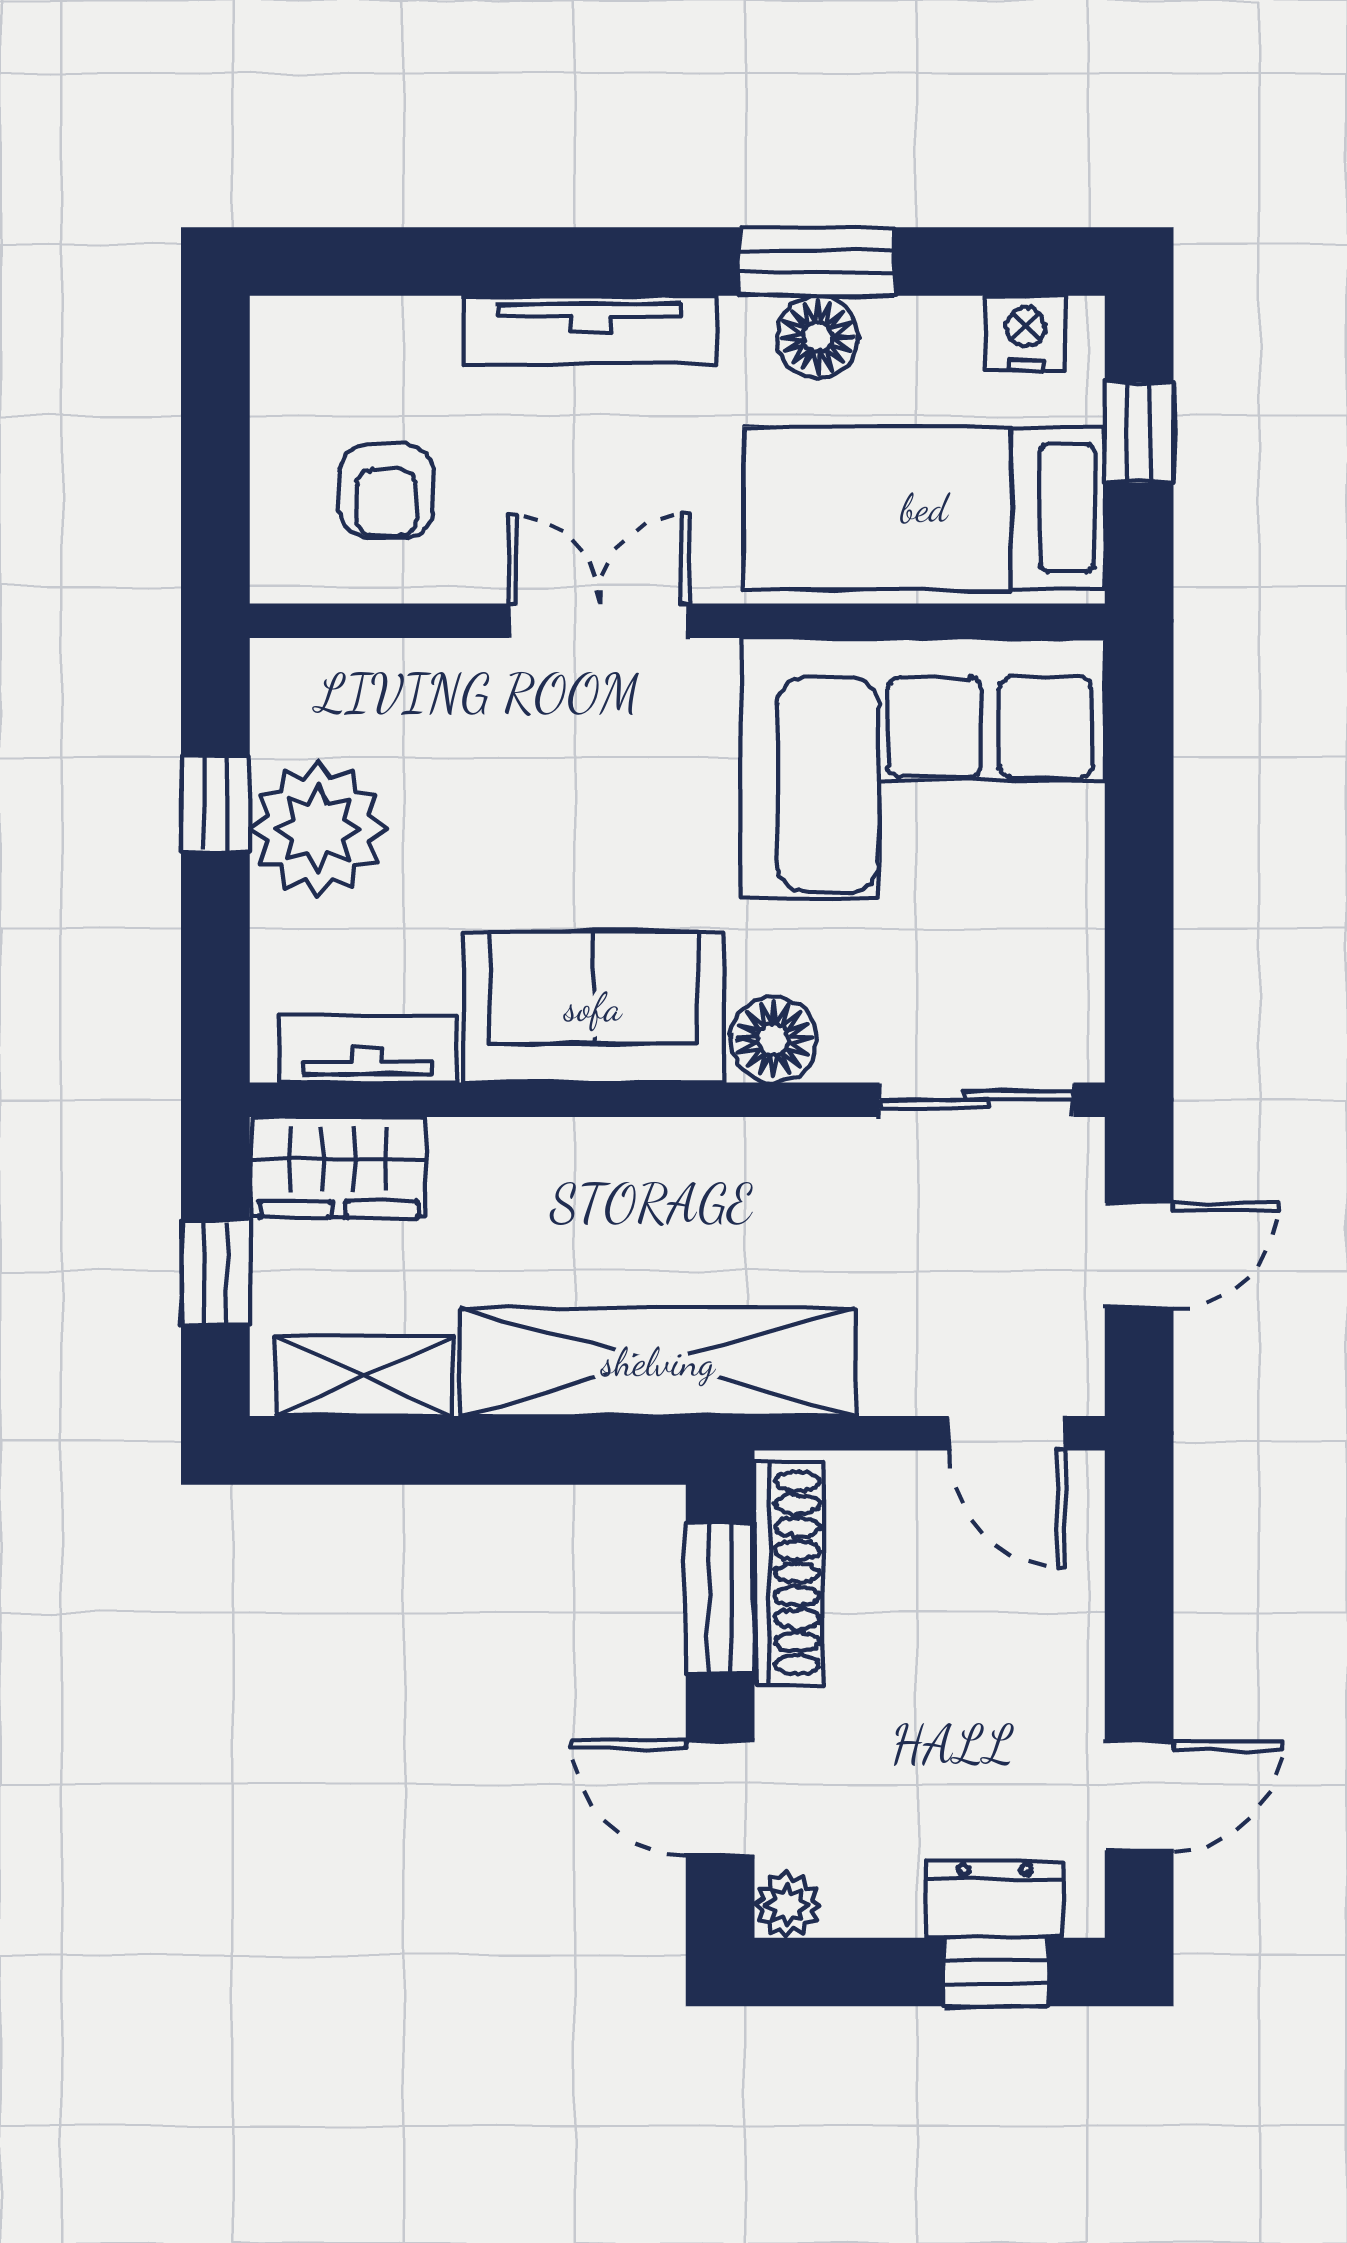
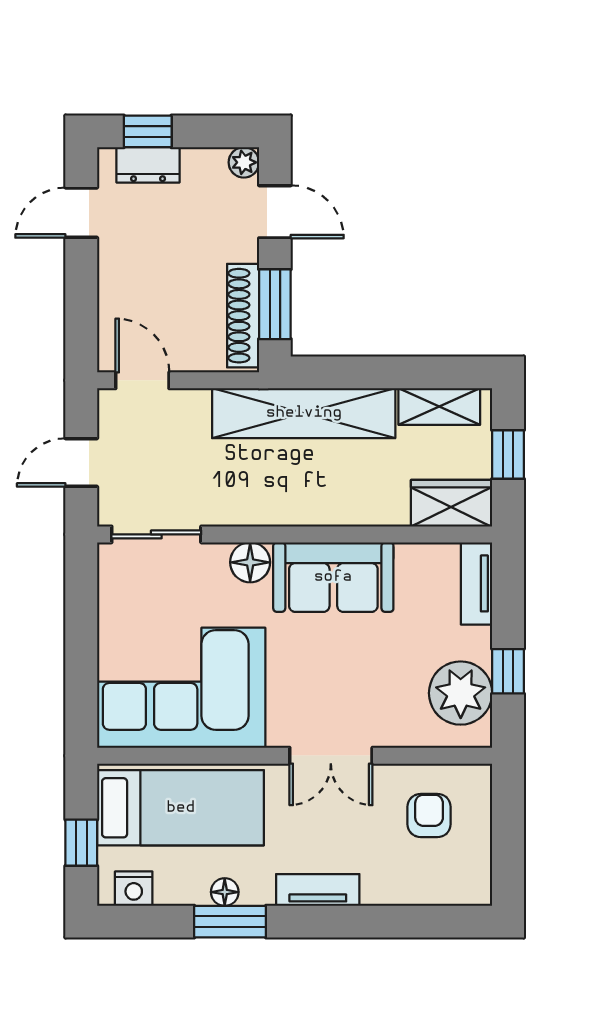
tv unit: (590, 330) -> (318, 890), width x0.71
floor lamp: (817, 337) -> (225, 892), width x0.73, depth x0.73
plant: (318, 829) -> (461, 693), moved
tv unit: (367, 1049) -> (476, 583), moved, turned 90

